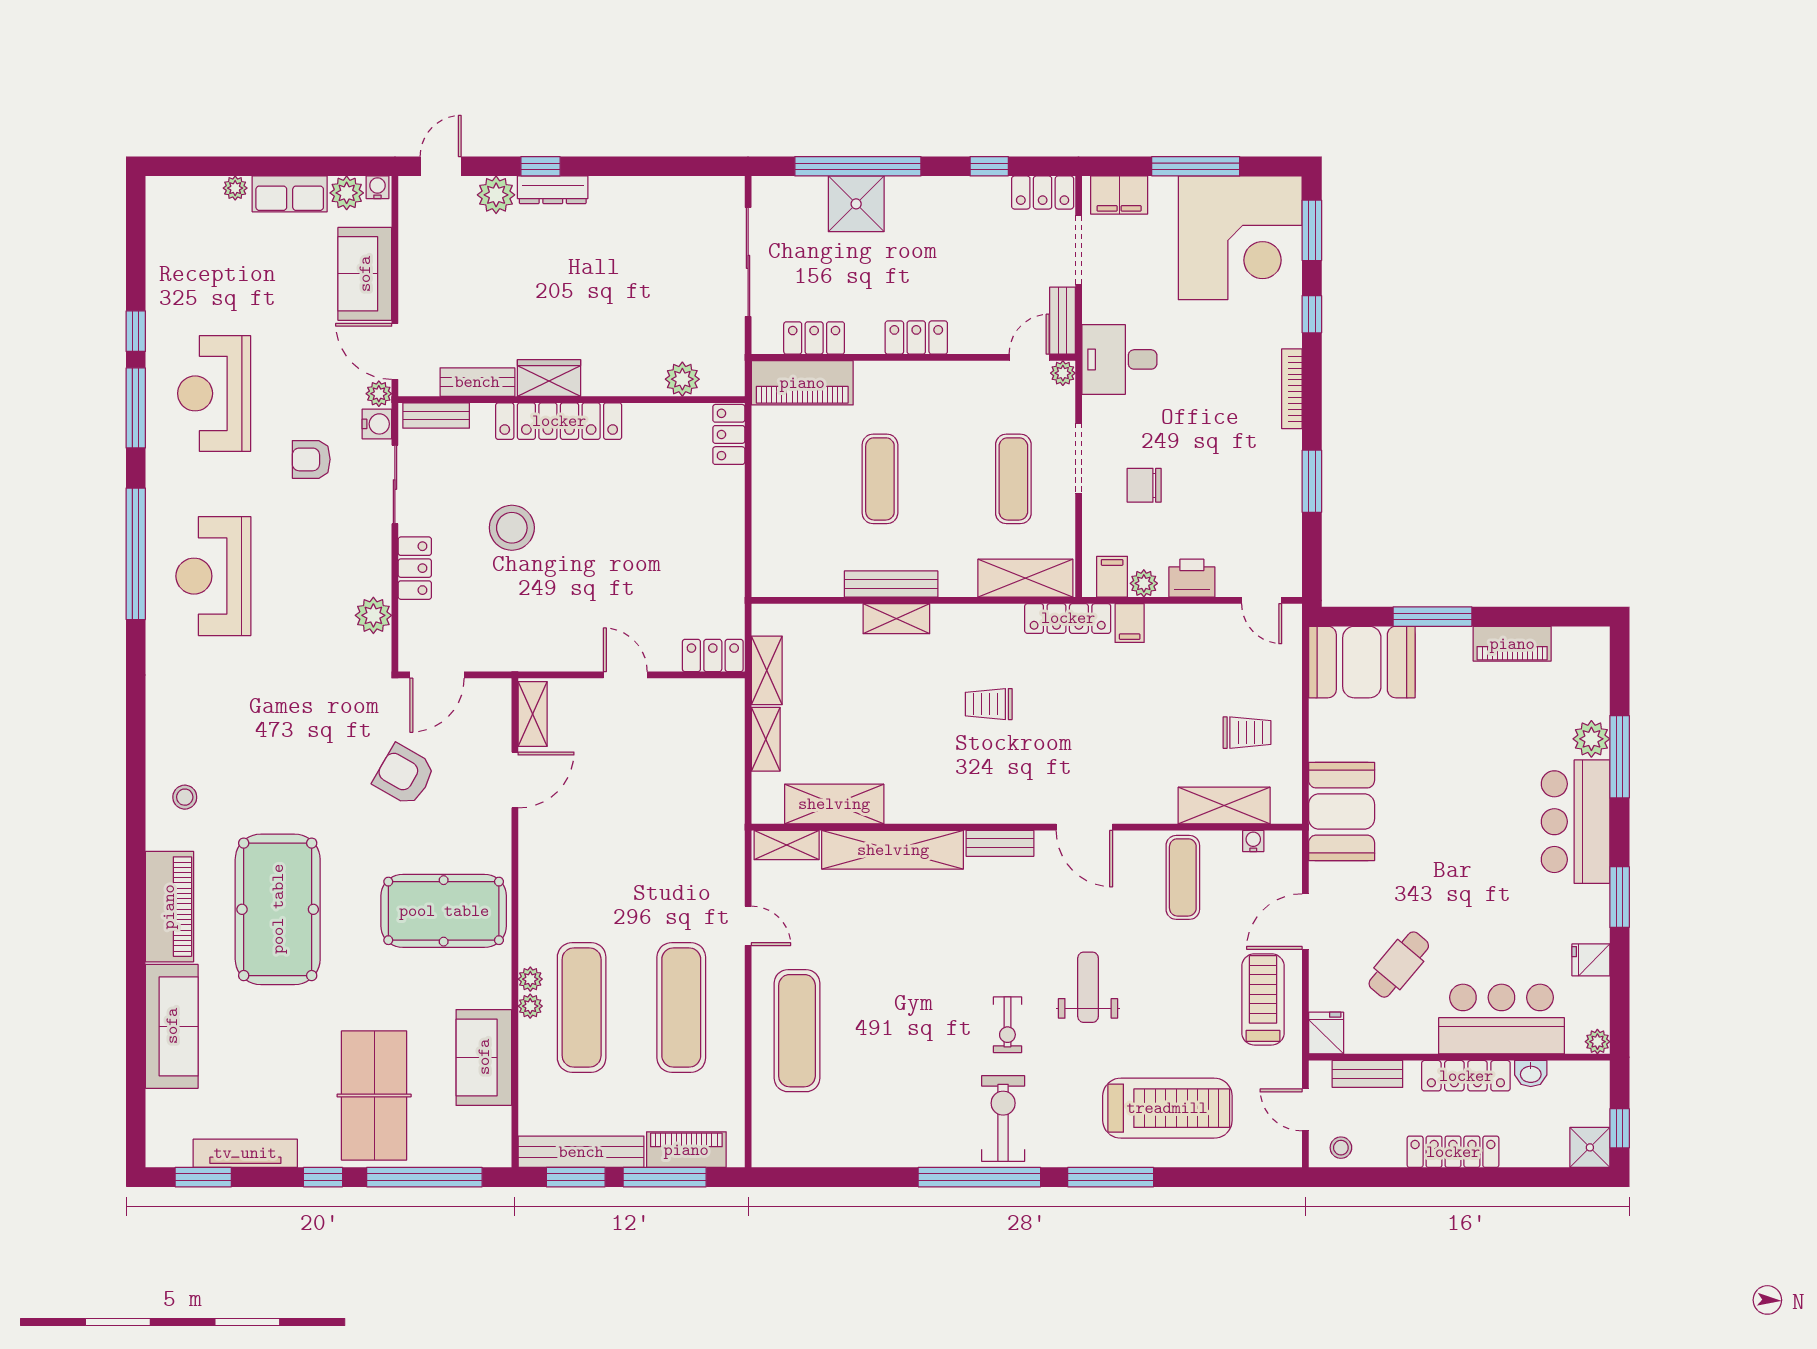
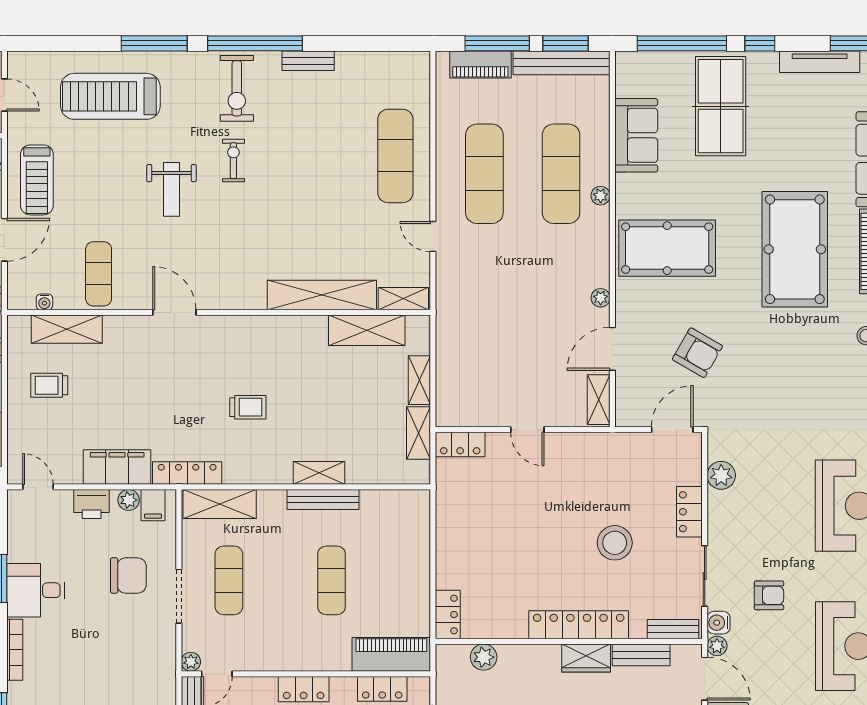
desk: (1119, 359) -> (36, 590), moved, turned 180
chair: (1144, 485) -> (128, 576), width x1.37, depth x1.37
filing cabinet: (1130, 623) -> (117, 467), width x3.00, depth x1.17
bench: (1000, 843) -> (308, 61), moved
plant: (530, 1006) -> (601, 298), moved

